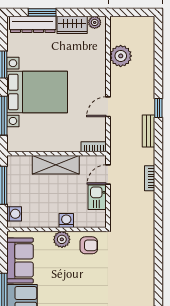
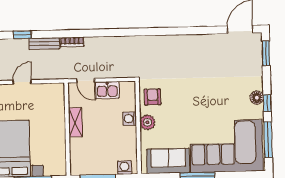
door: (108, 107) -> (22, 82), swing flipped
bookcase: (94, 147) -> (60, 95), removed
shelving: (56, 165) -> (75, 122), width x0.67, depth x0.75
bookcase: (150, 178) -> (72, 42), moved

